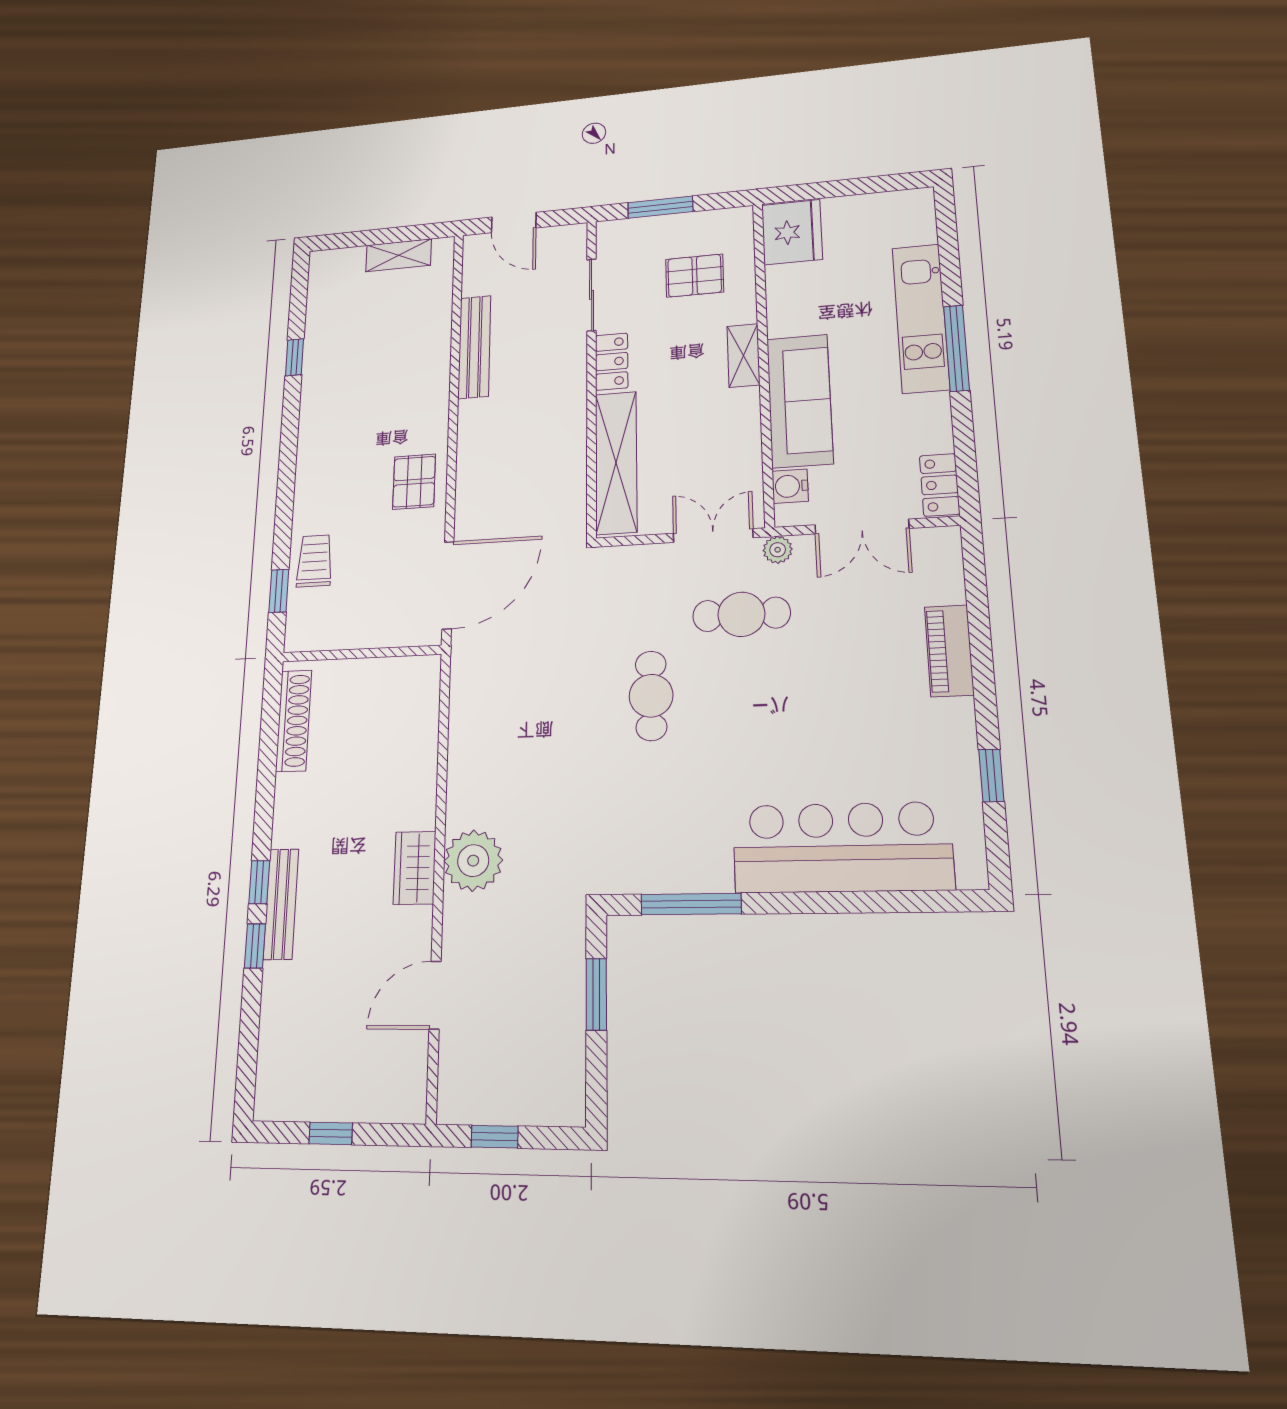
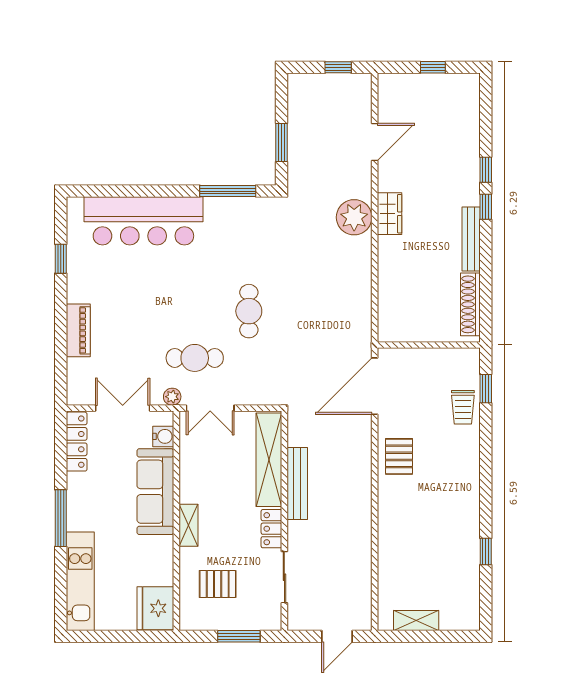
door: (514, 223) -> (337, 636), swing flipped
kitchen unit: (921, 318) -> (80, 581), moved
bench: (474, 347) -> (297, 483), moved
locker: (940, 485) -> (77, 442), width x1.53
bench: (281, 904) -> (471, 239), moved

